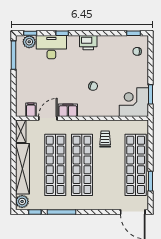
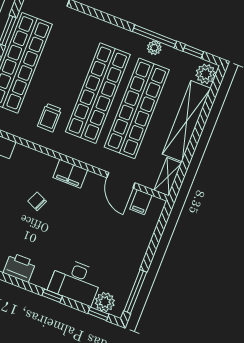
filing cabinet: (68, 110) -> (70, 174), moved
door: (48, 118) -> (121, 180), hinge flipped
plant: (59, 205) -> (154, 48), added

